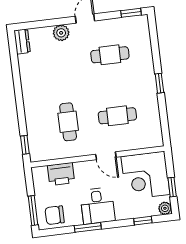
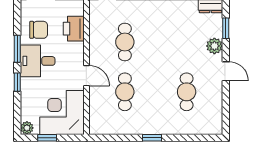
window: (131, 13) -> (226, 28), moved
cafe table: (68, 122) -> (125, 42), turned 90
door: (106, 156) -> (86, 76), swing flipped
chair: (55, 215) -> (39, 30), moved, turned 90
window: (143, 221) -> (17, 82), moved

